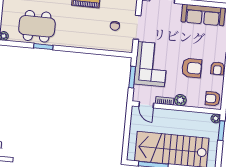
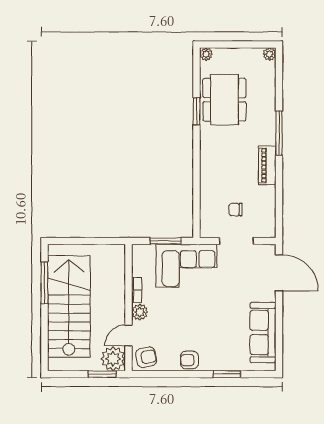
armchair: (192, 68) -> (187, 324), removed
armchair: (213, 99) -> (146, 357), turned 78
door: (146, 105) -> (128, 335), moved
plant: (216, 118) -> (113, 359), width x1.88, depth x1.88

